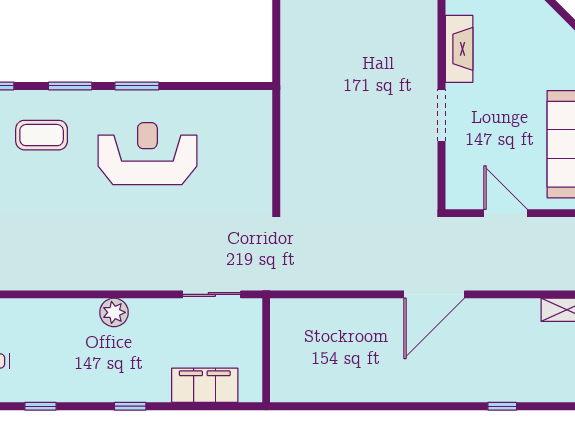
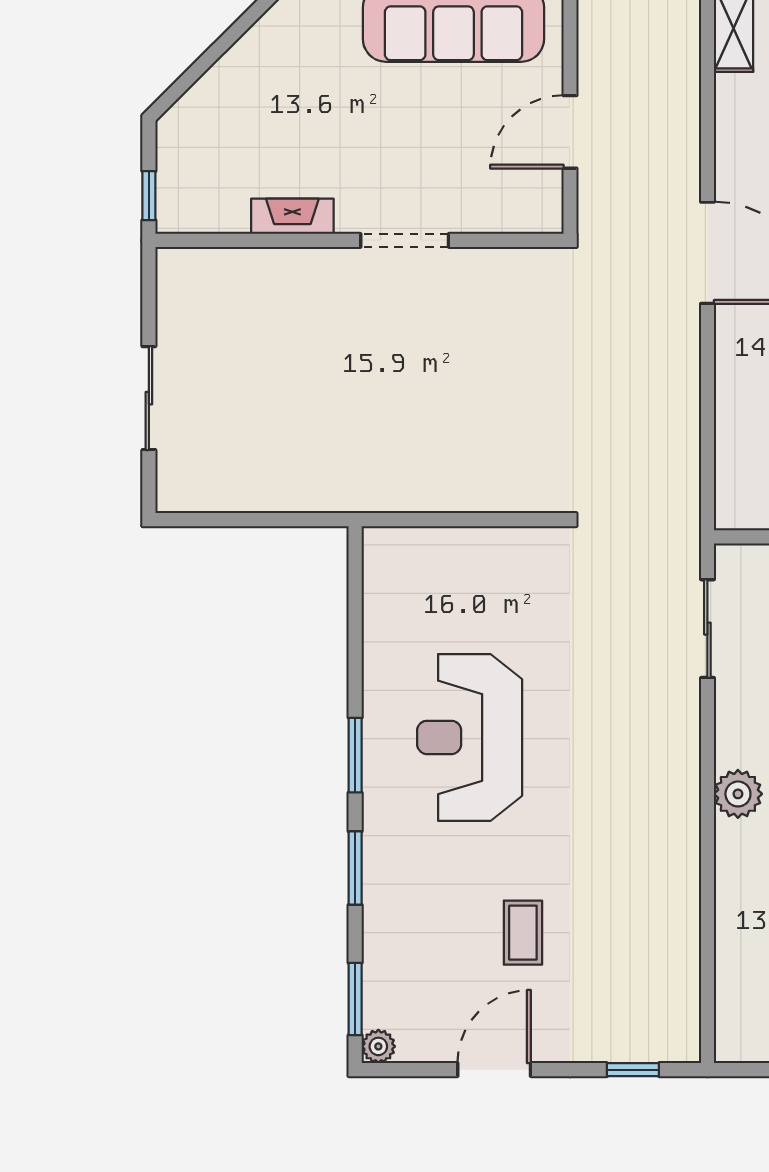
fireplace: (459, 49) -> (292, 216), width x0.73, depth x0.76
coffee table: (42, 135) -> (523, 933), moved, width x0.73, depth x0.77

